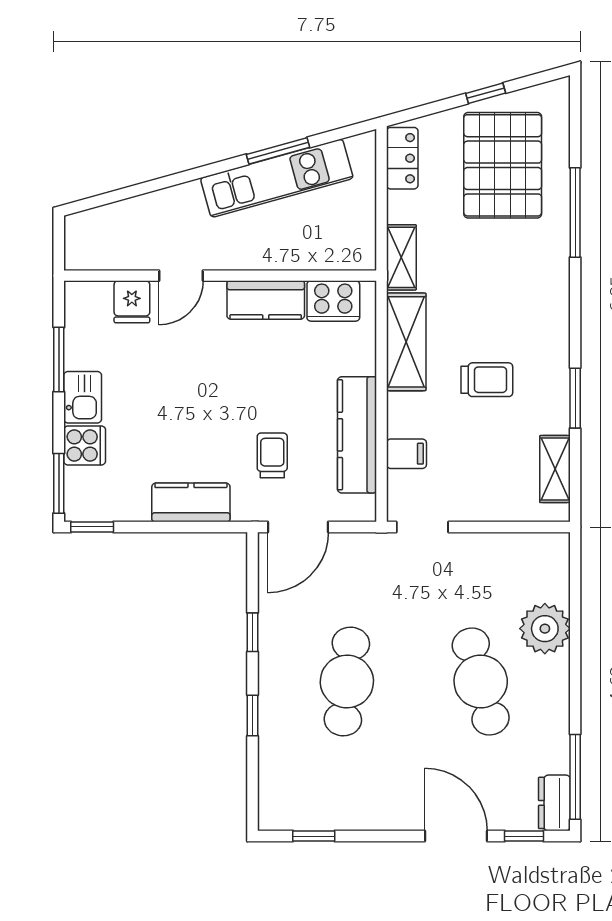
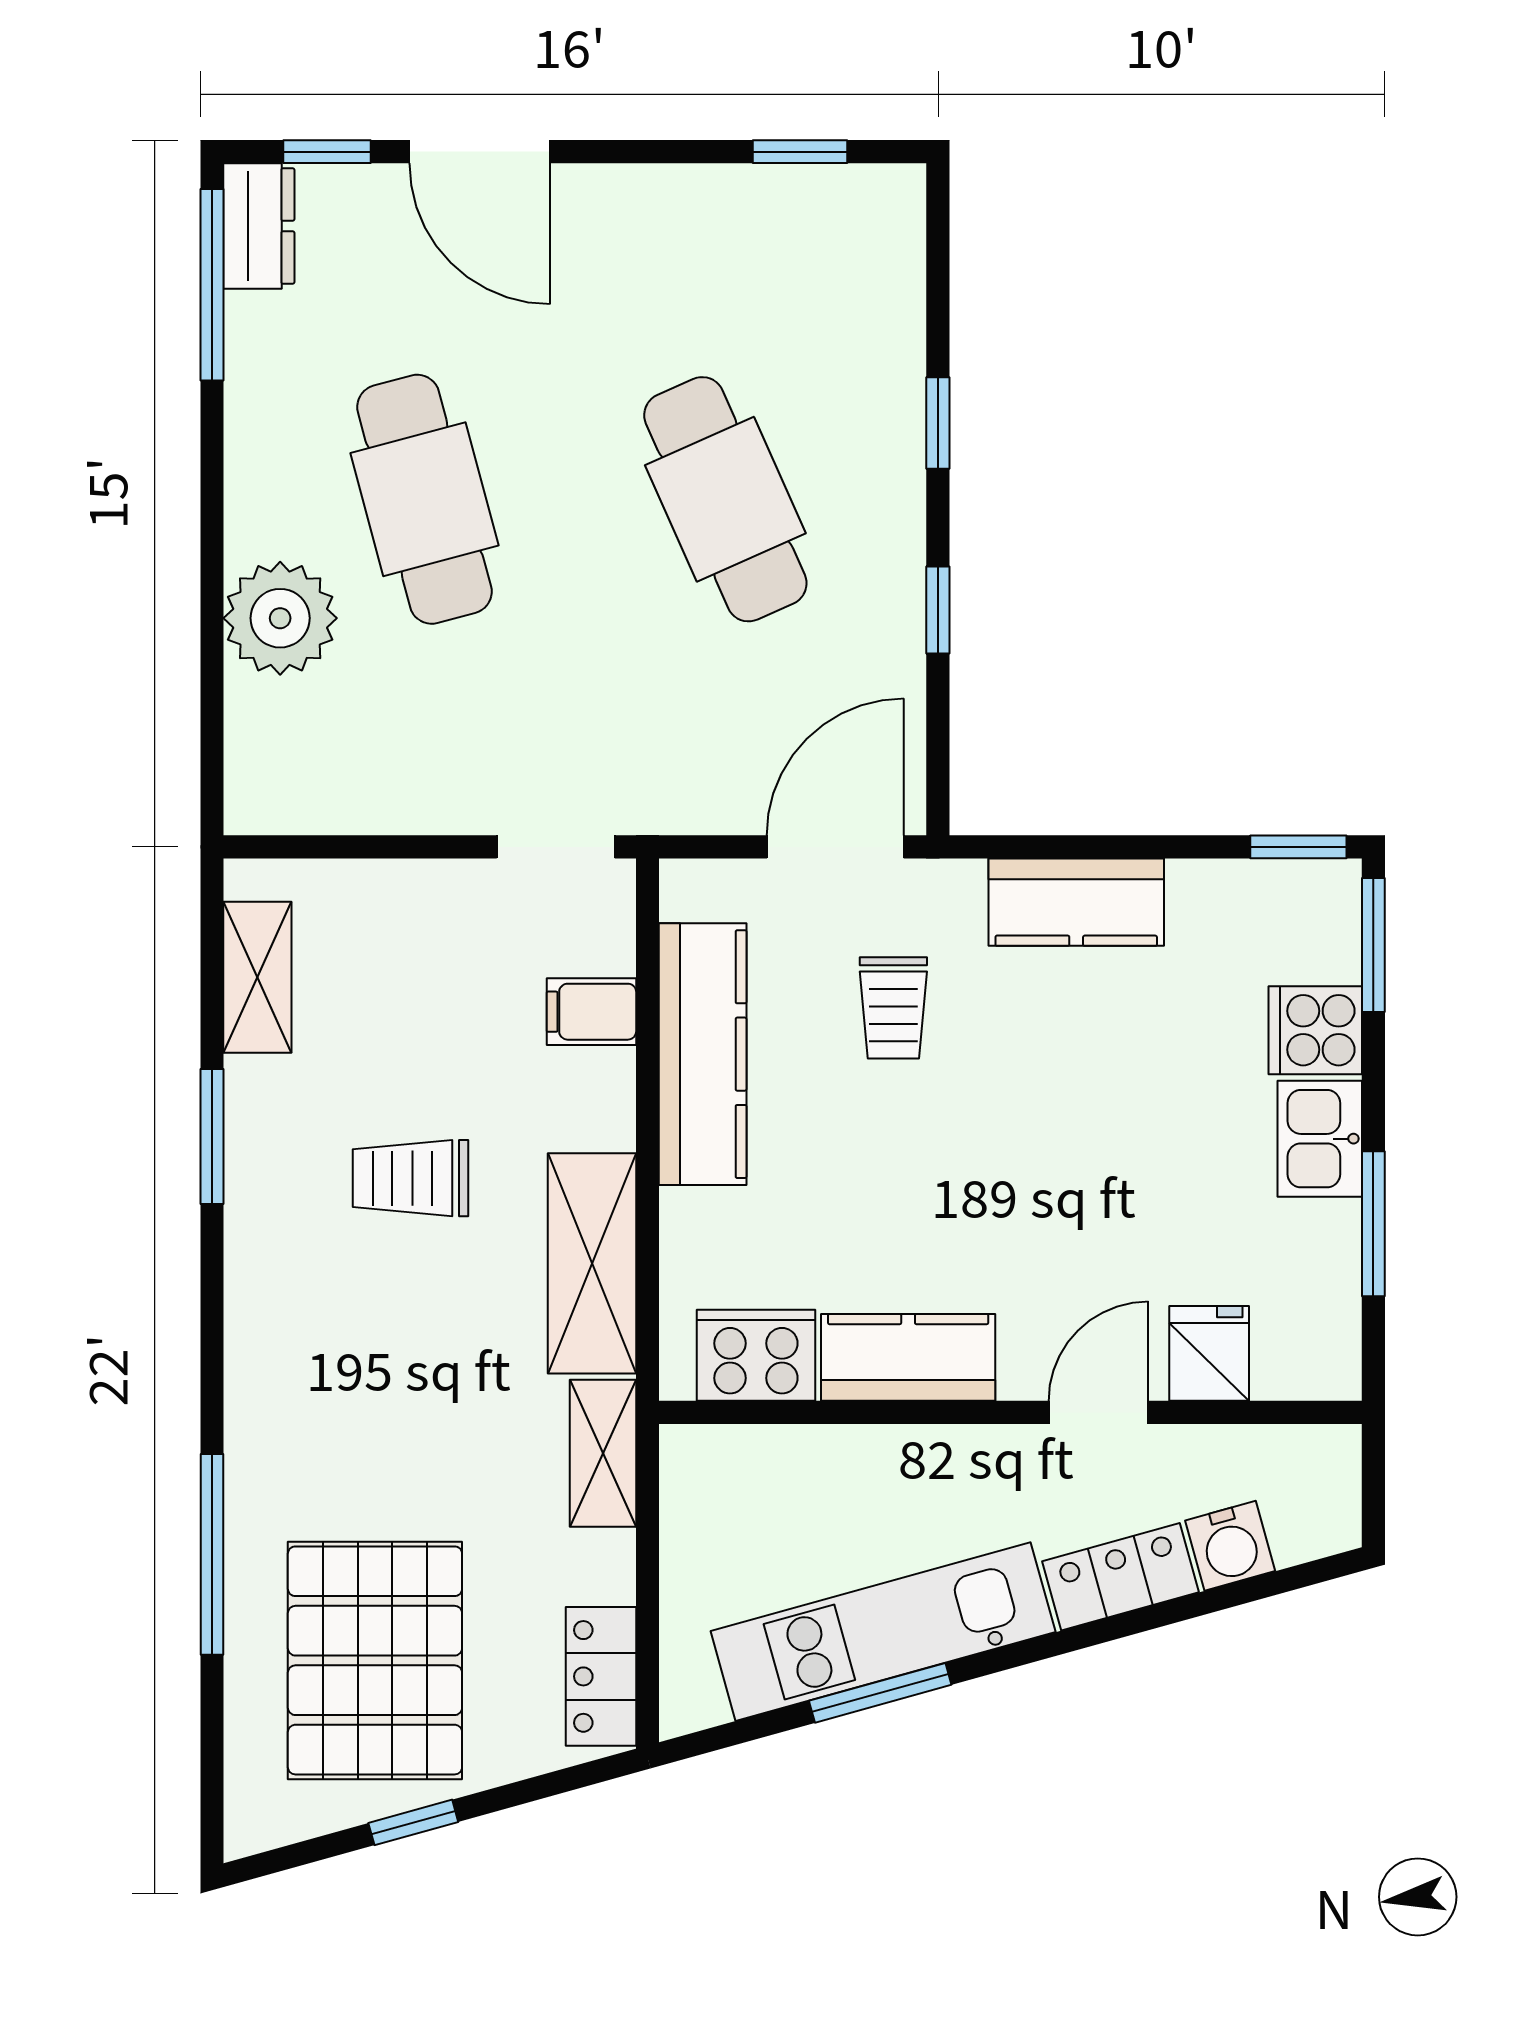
locker: (171, 202) -> (1120, 1577), added
water cooler: (122, 216) -> (1230, 1546), added
cafe table: (347, 681) -> (725, 499), turned -30

